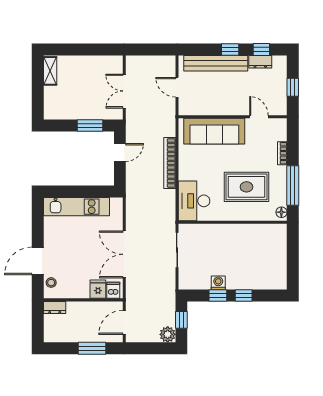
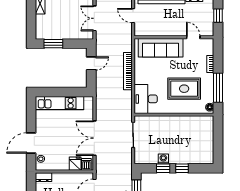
window: (90, 126) -> (53, 44), moved

